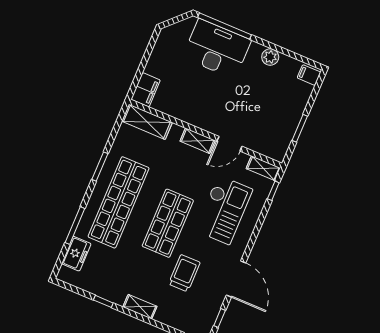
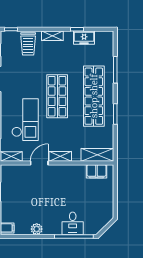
desk: (217, 49) -> (73, 223), width x0.53, depth x0.77
filing cabinet: (146, 90) -> (97, 171), moved, turned -90
checkout: (224, 210) -> (25, 120), turned 180
freezer: (76, 254) -> (84, 38), moved, turned -90
trolley: (184, 273) -> (28, 44), moved

